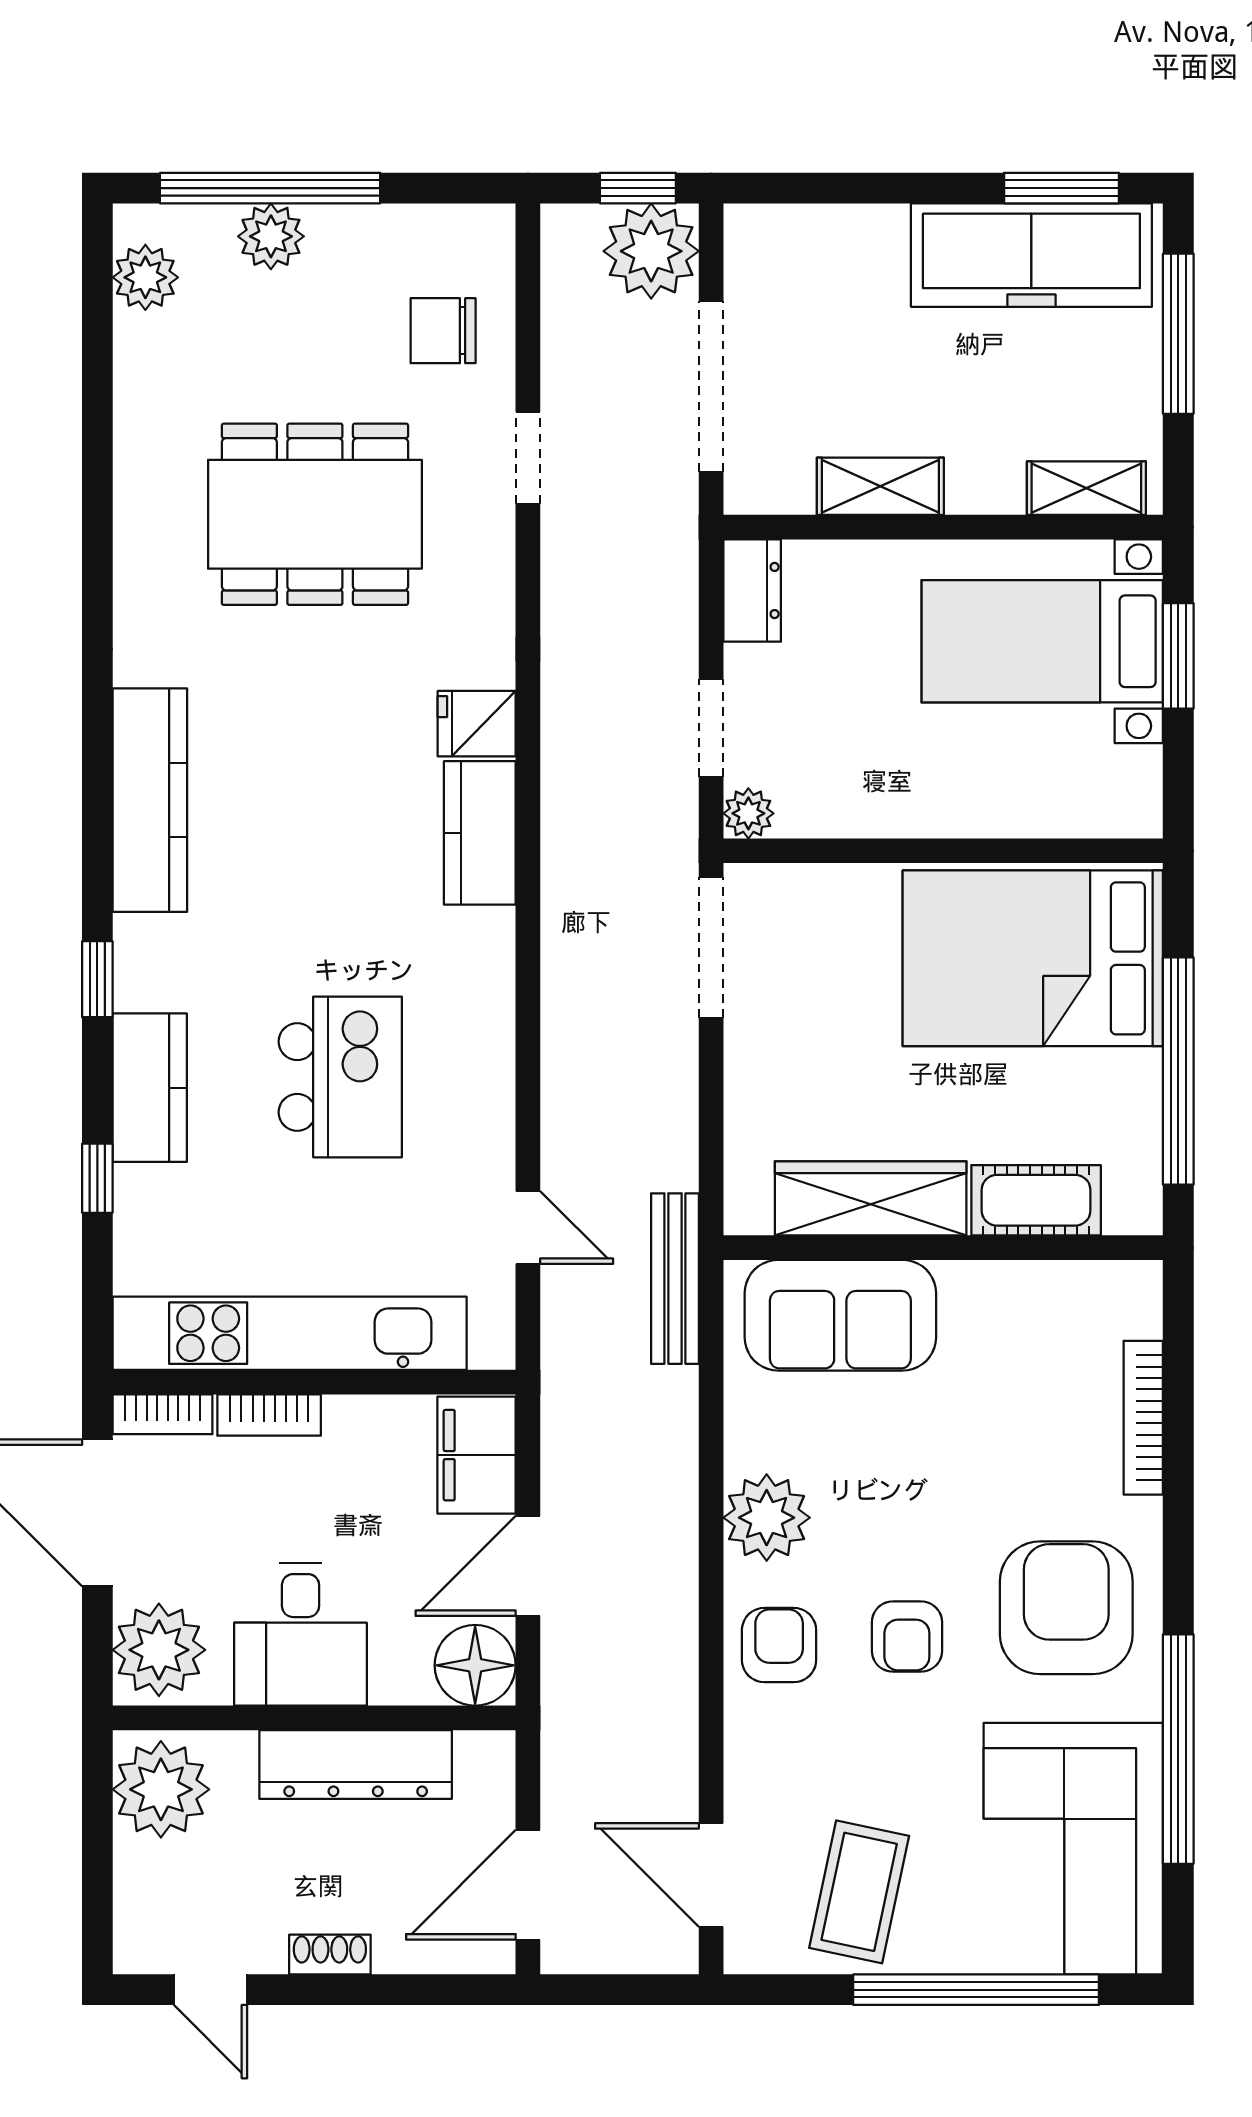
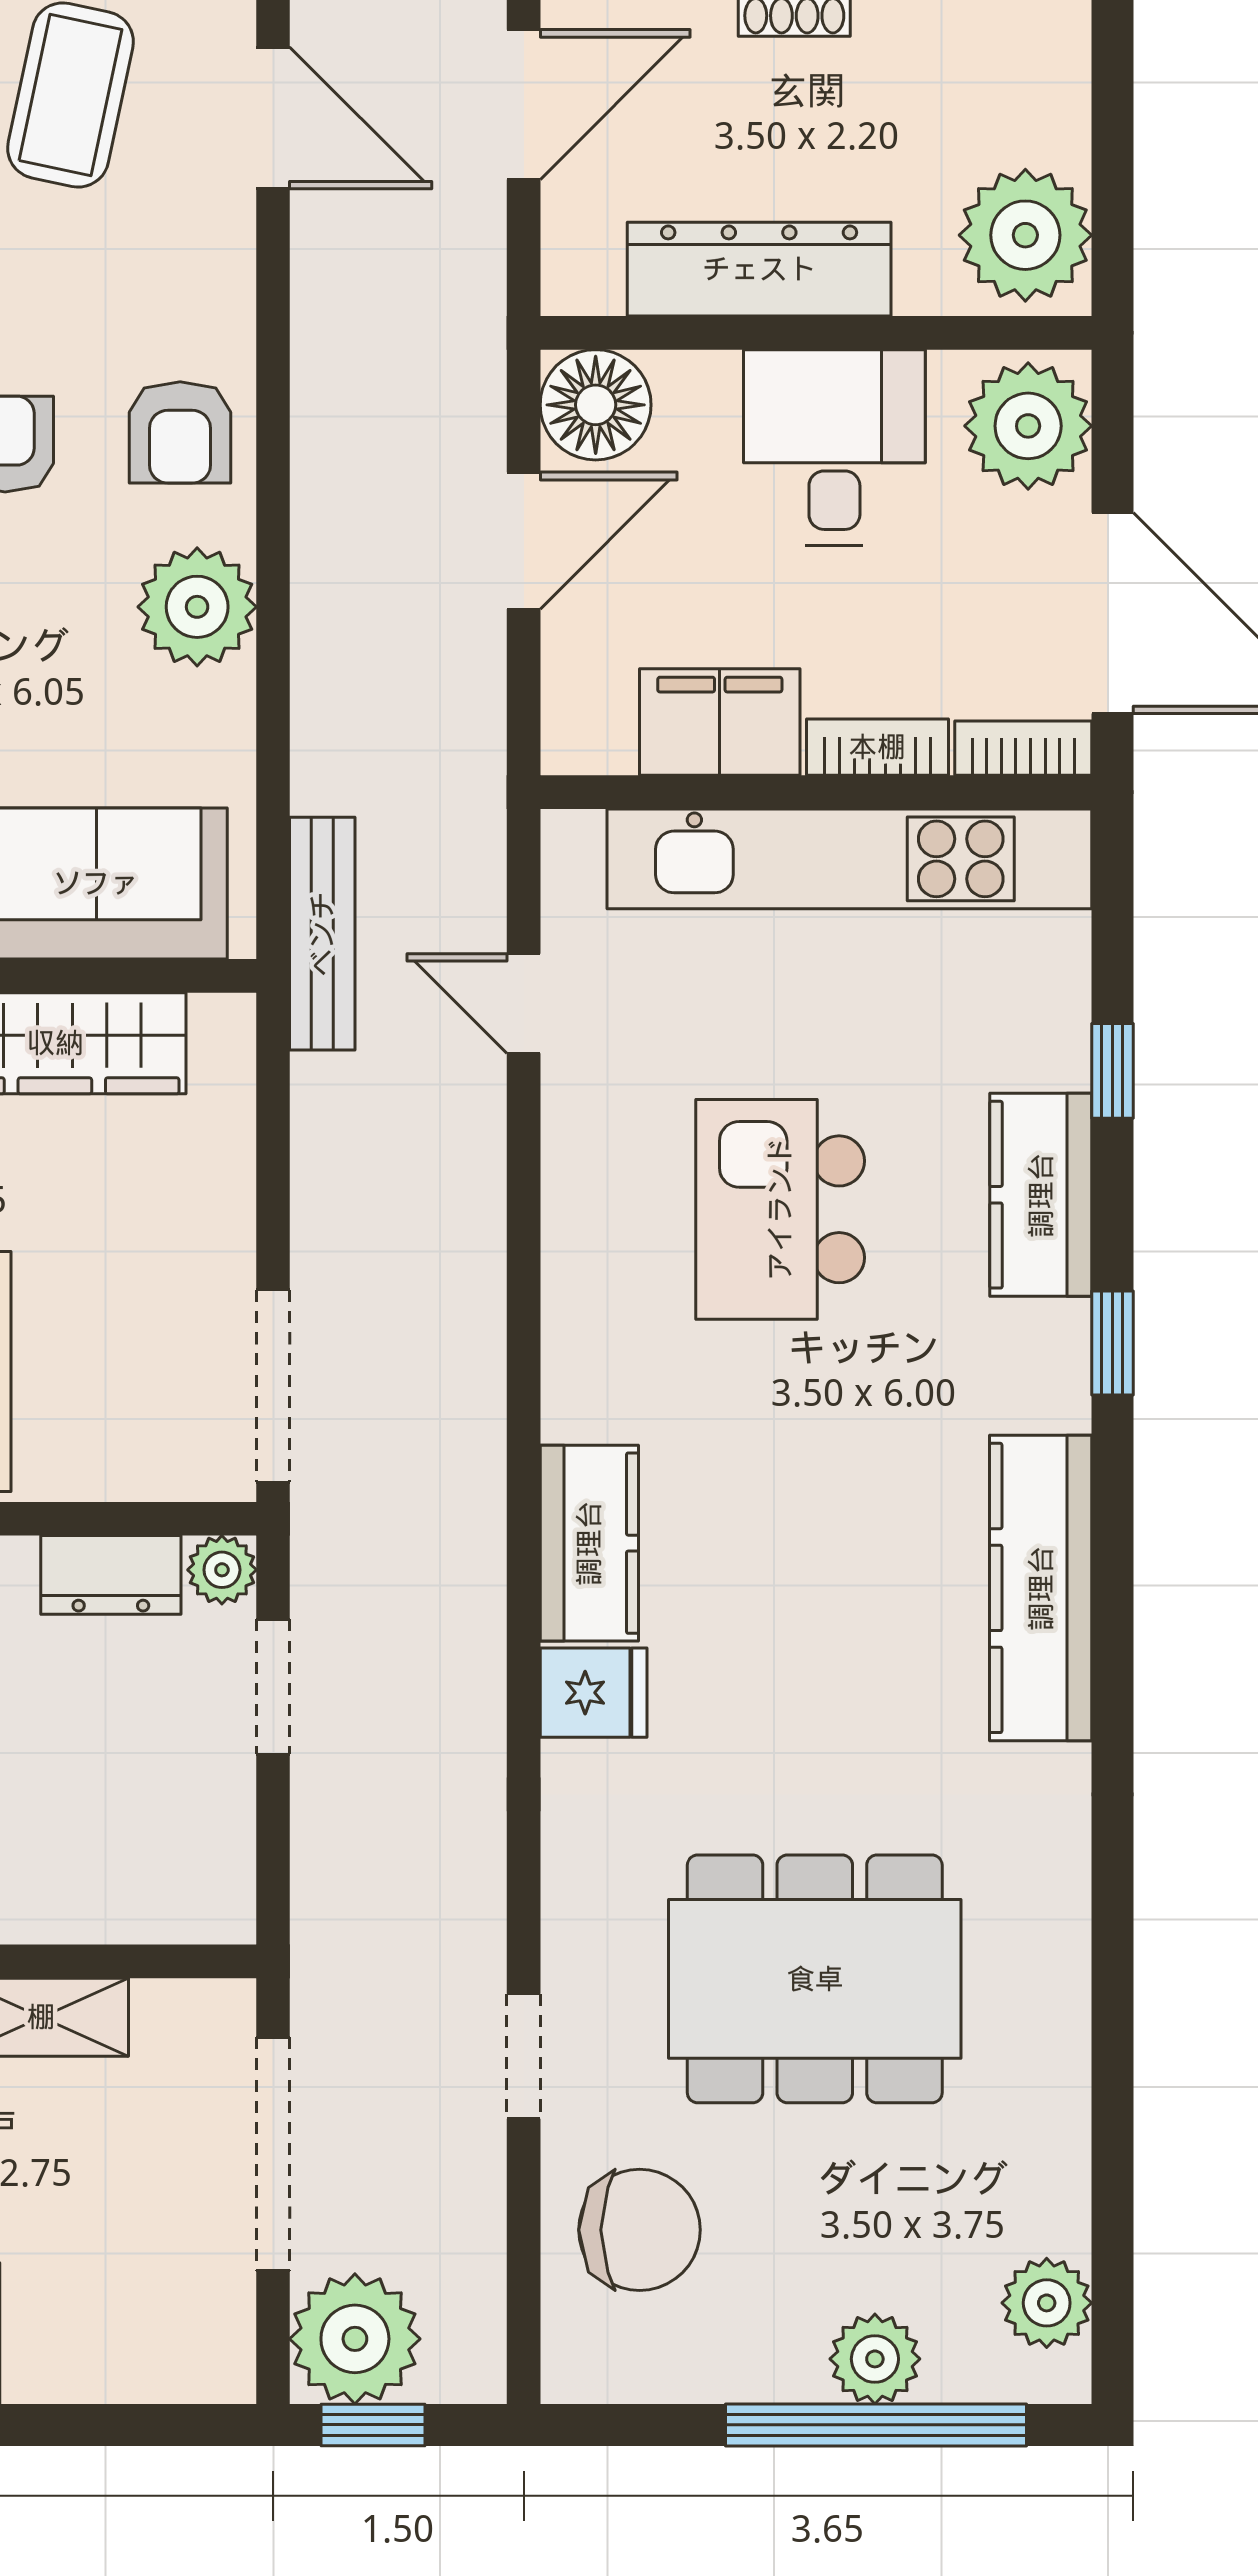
chair: (443, 331) -> (640, 2230), width x1.37, depth x1.37
dresser: (752, 590) -> (111, 1575), moved, turned -90
filing cabinet: (477, 1455) -> (720, 722), moved, turned -90

